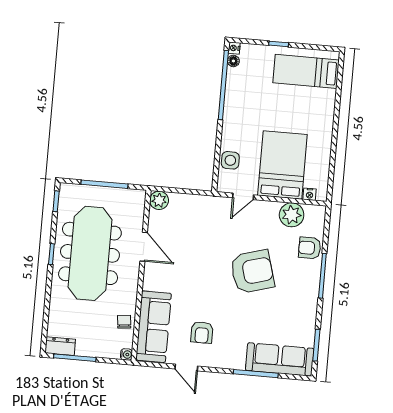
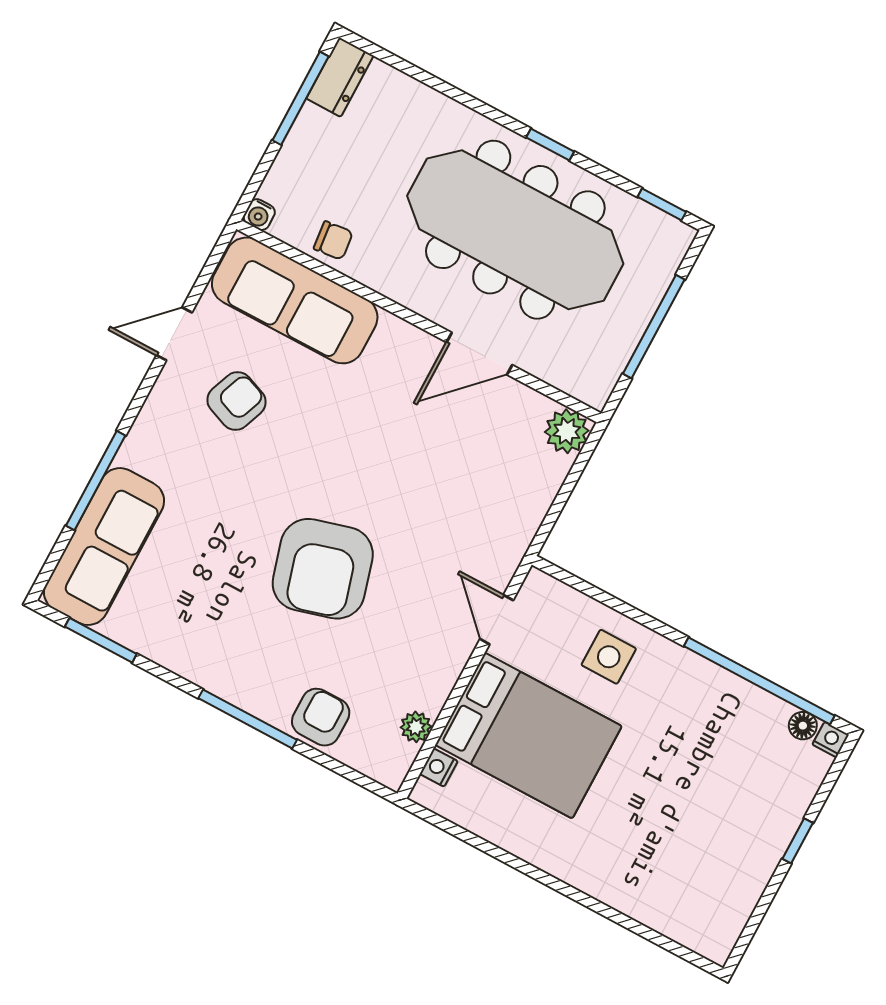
bed: (306, 71) -> (712, 875), removed
side table: (230, 160) -> (609, 657), moved
plant: (292, 215) -> (416, 727), width x0.53, depth x0.53
armchair: (202, 332) -> (237, 401), turned 111

